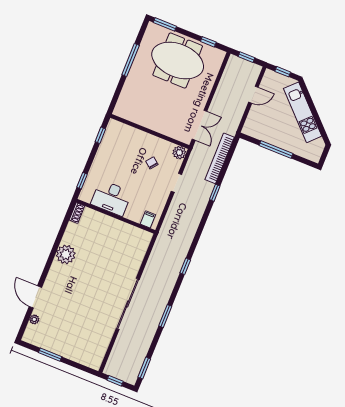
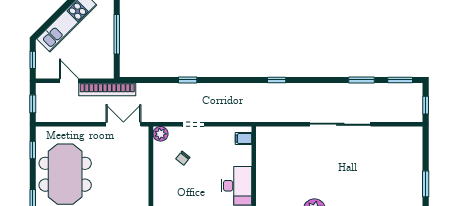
bookcase: (220, 158) -> (107, 89), moved
window: (165, 316) -> (362, 80), moved

